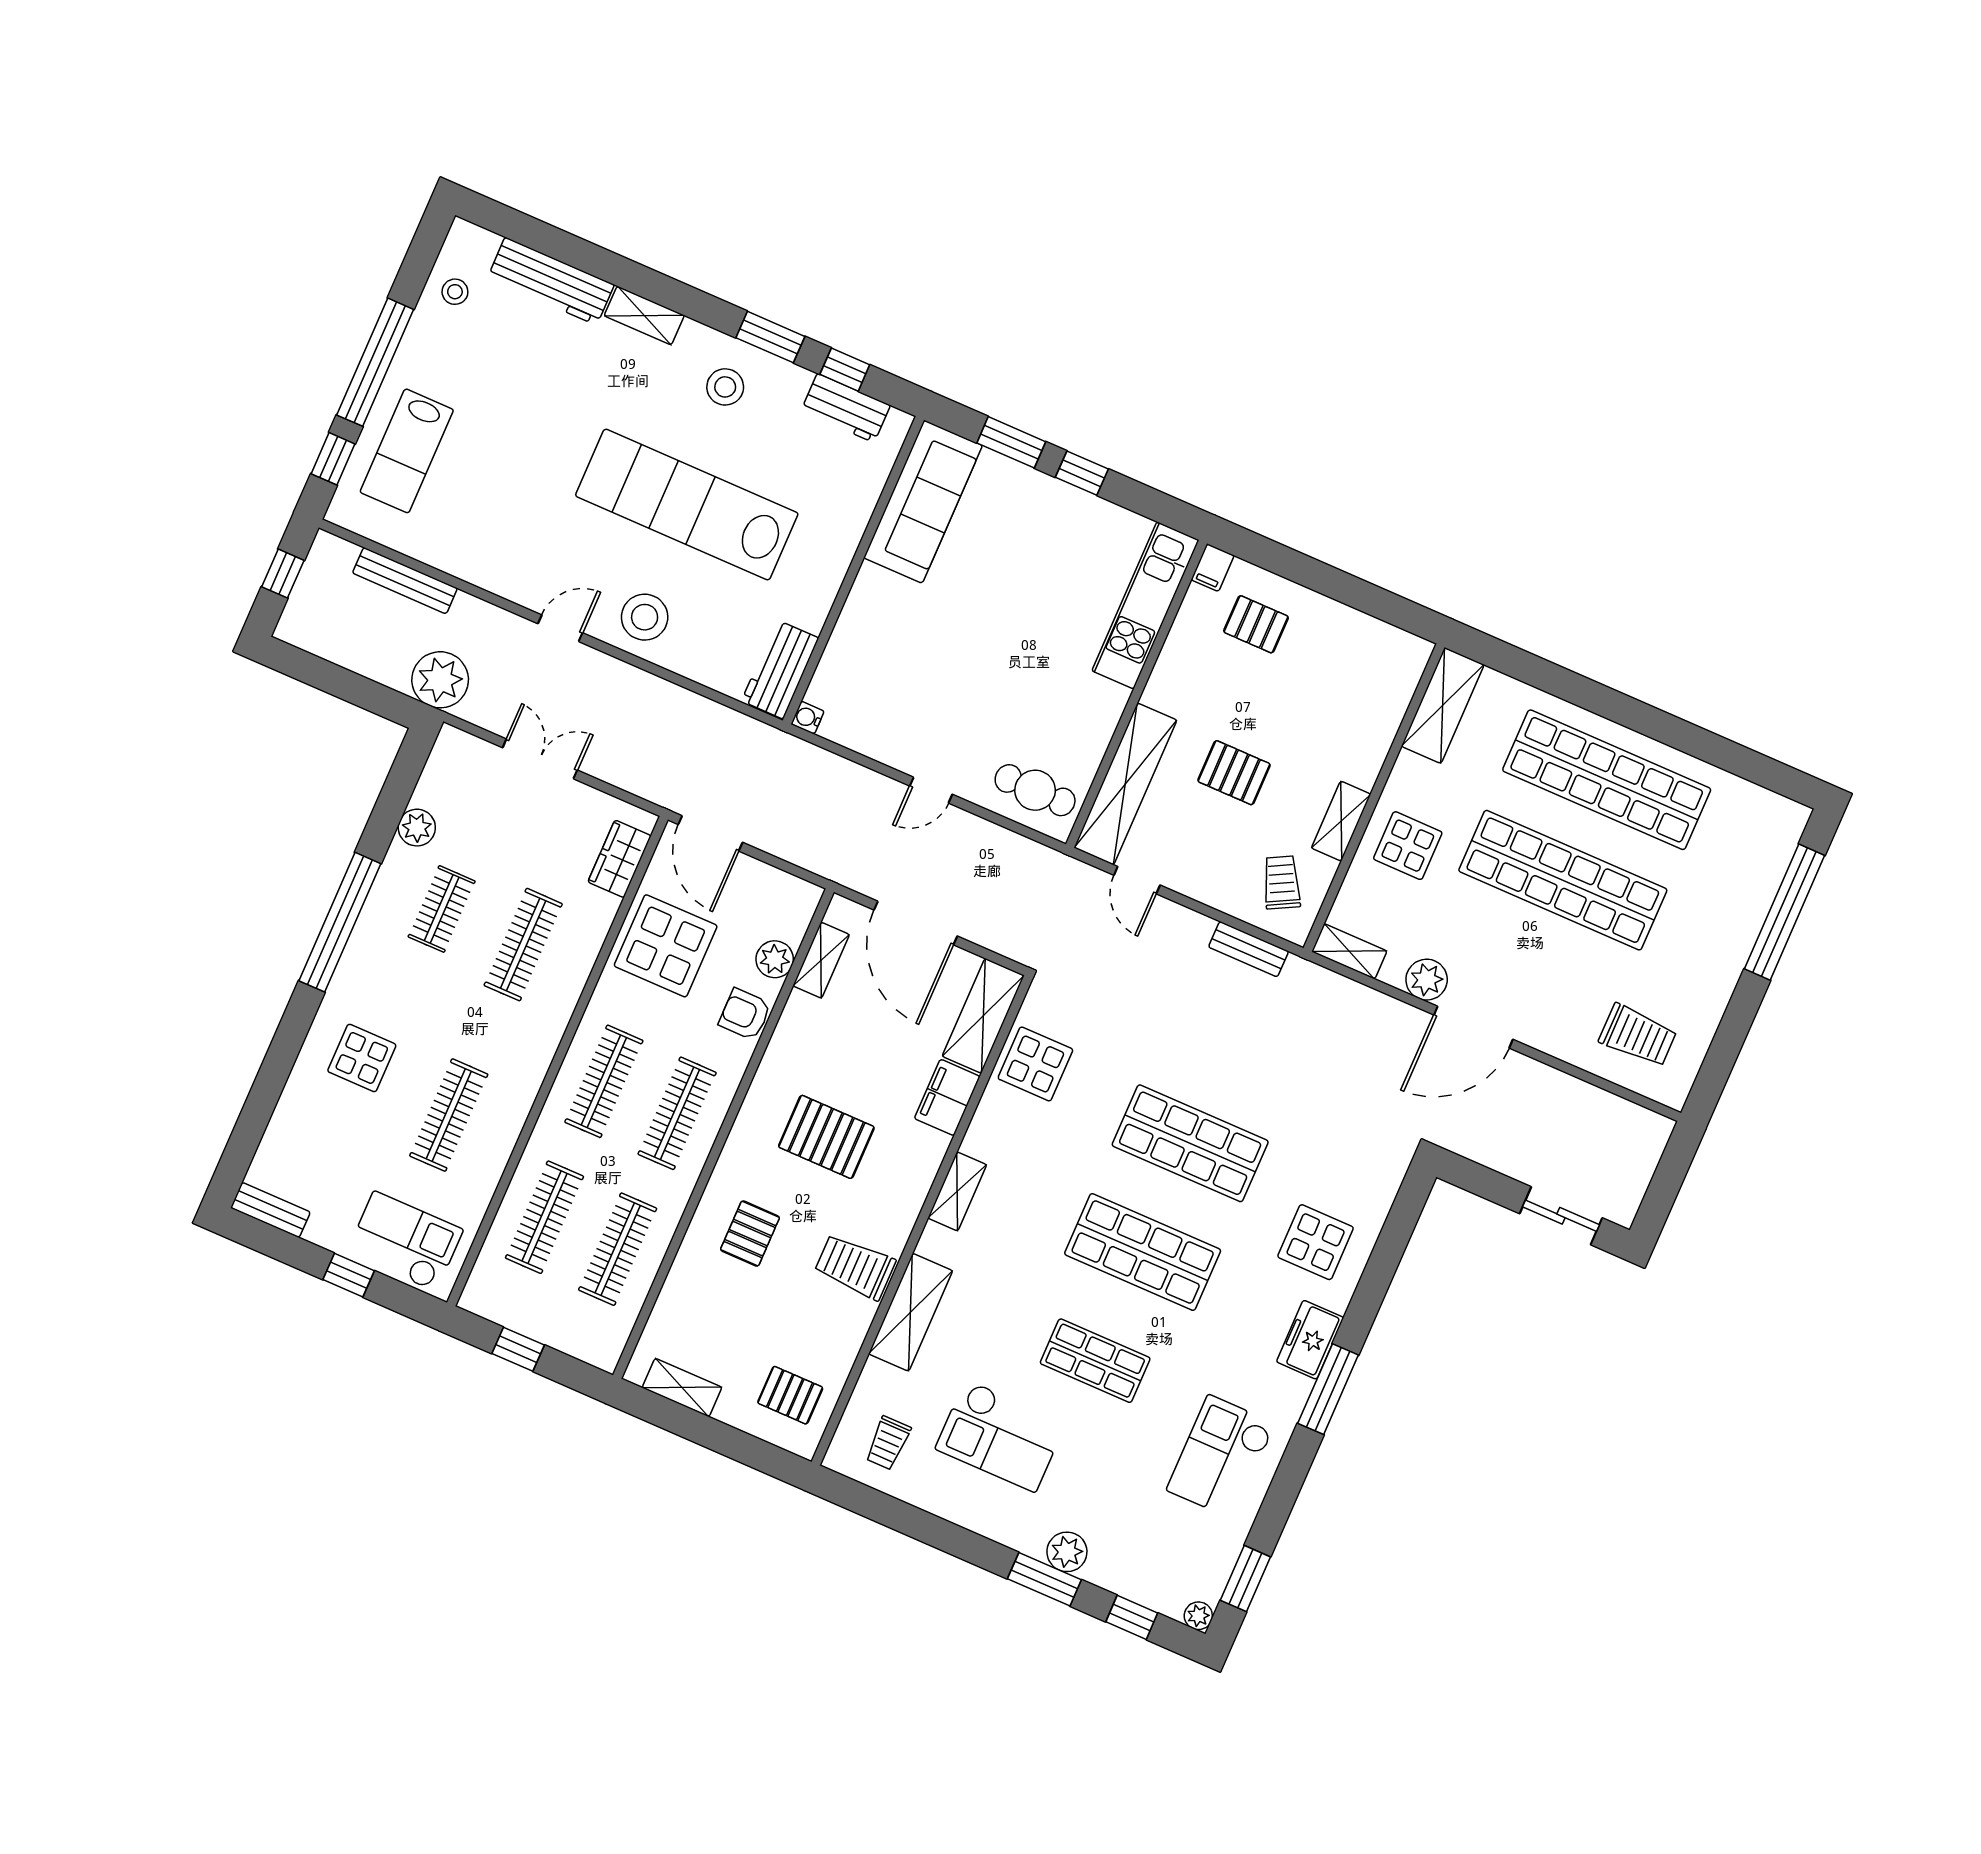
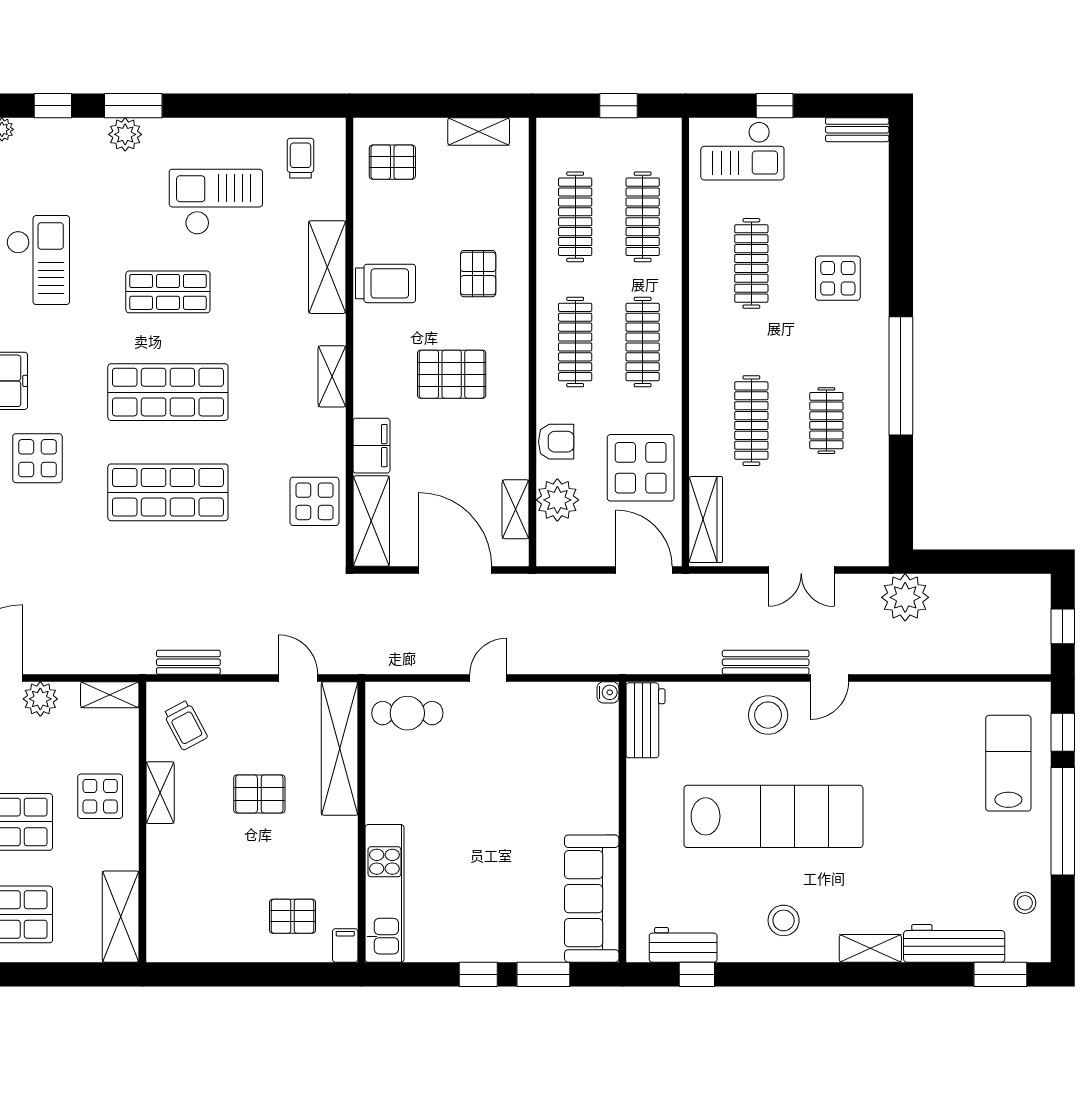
window: (770, 337) -> (1000, 974), moved
bench: (405, 581) -> (766, 662), moved
plant: (417, 828) -> (873, 475), removed
wardrobe: (620, 859) -> (706, 520), width x1.50
plant: (775, 959) -> (557, 500), width x1.36, depth x1.36

